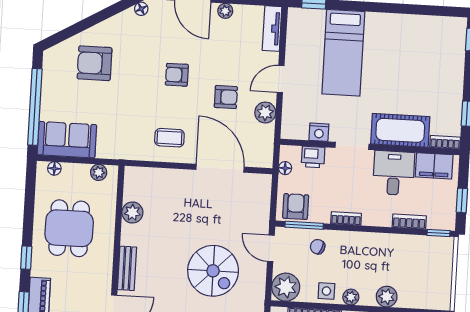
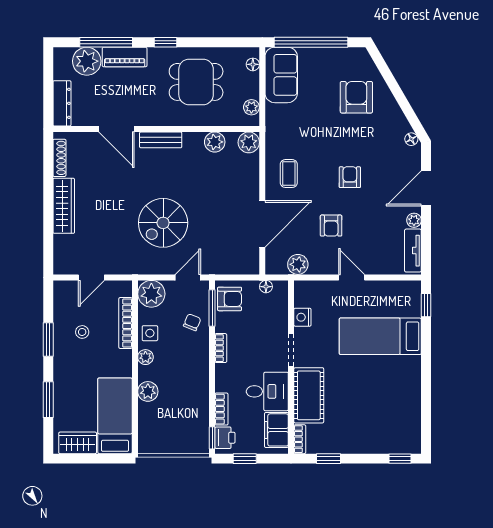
tv unit: (272, 29) -> (413, 251), moved, turned -90
plant: (265, 112) -> (298, 264), moved
printer: (313, 157) -> (225, 438), moved, turned 180
plant: (135, 177) -> (249, 142), added

